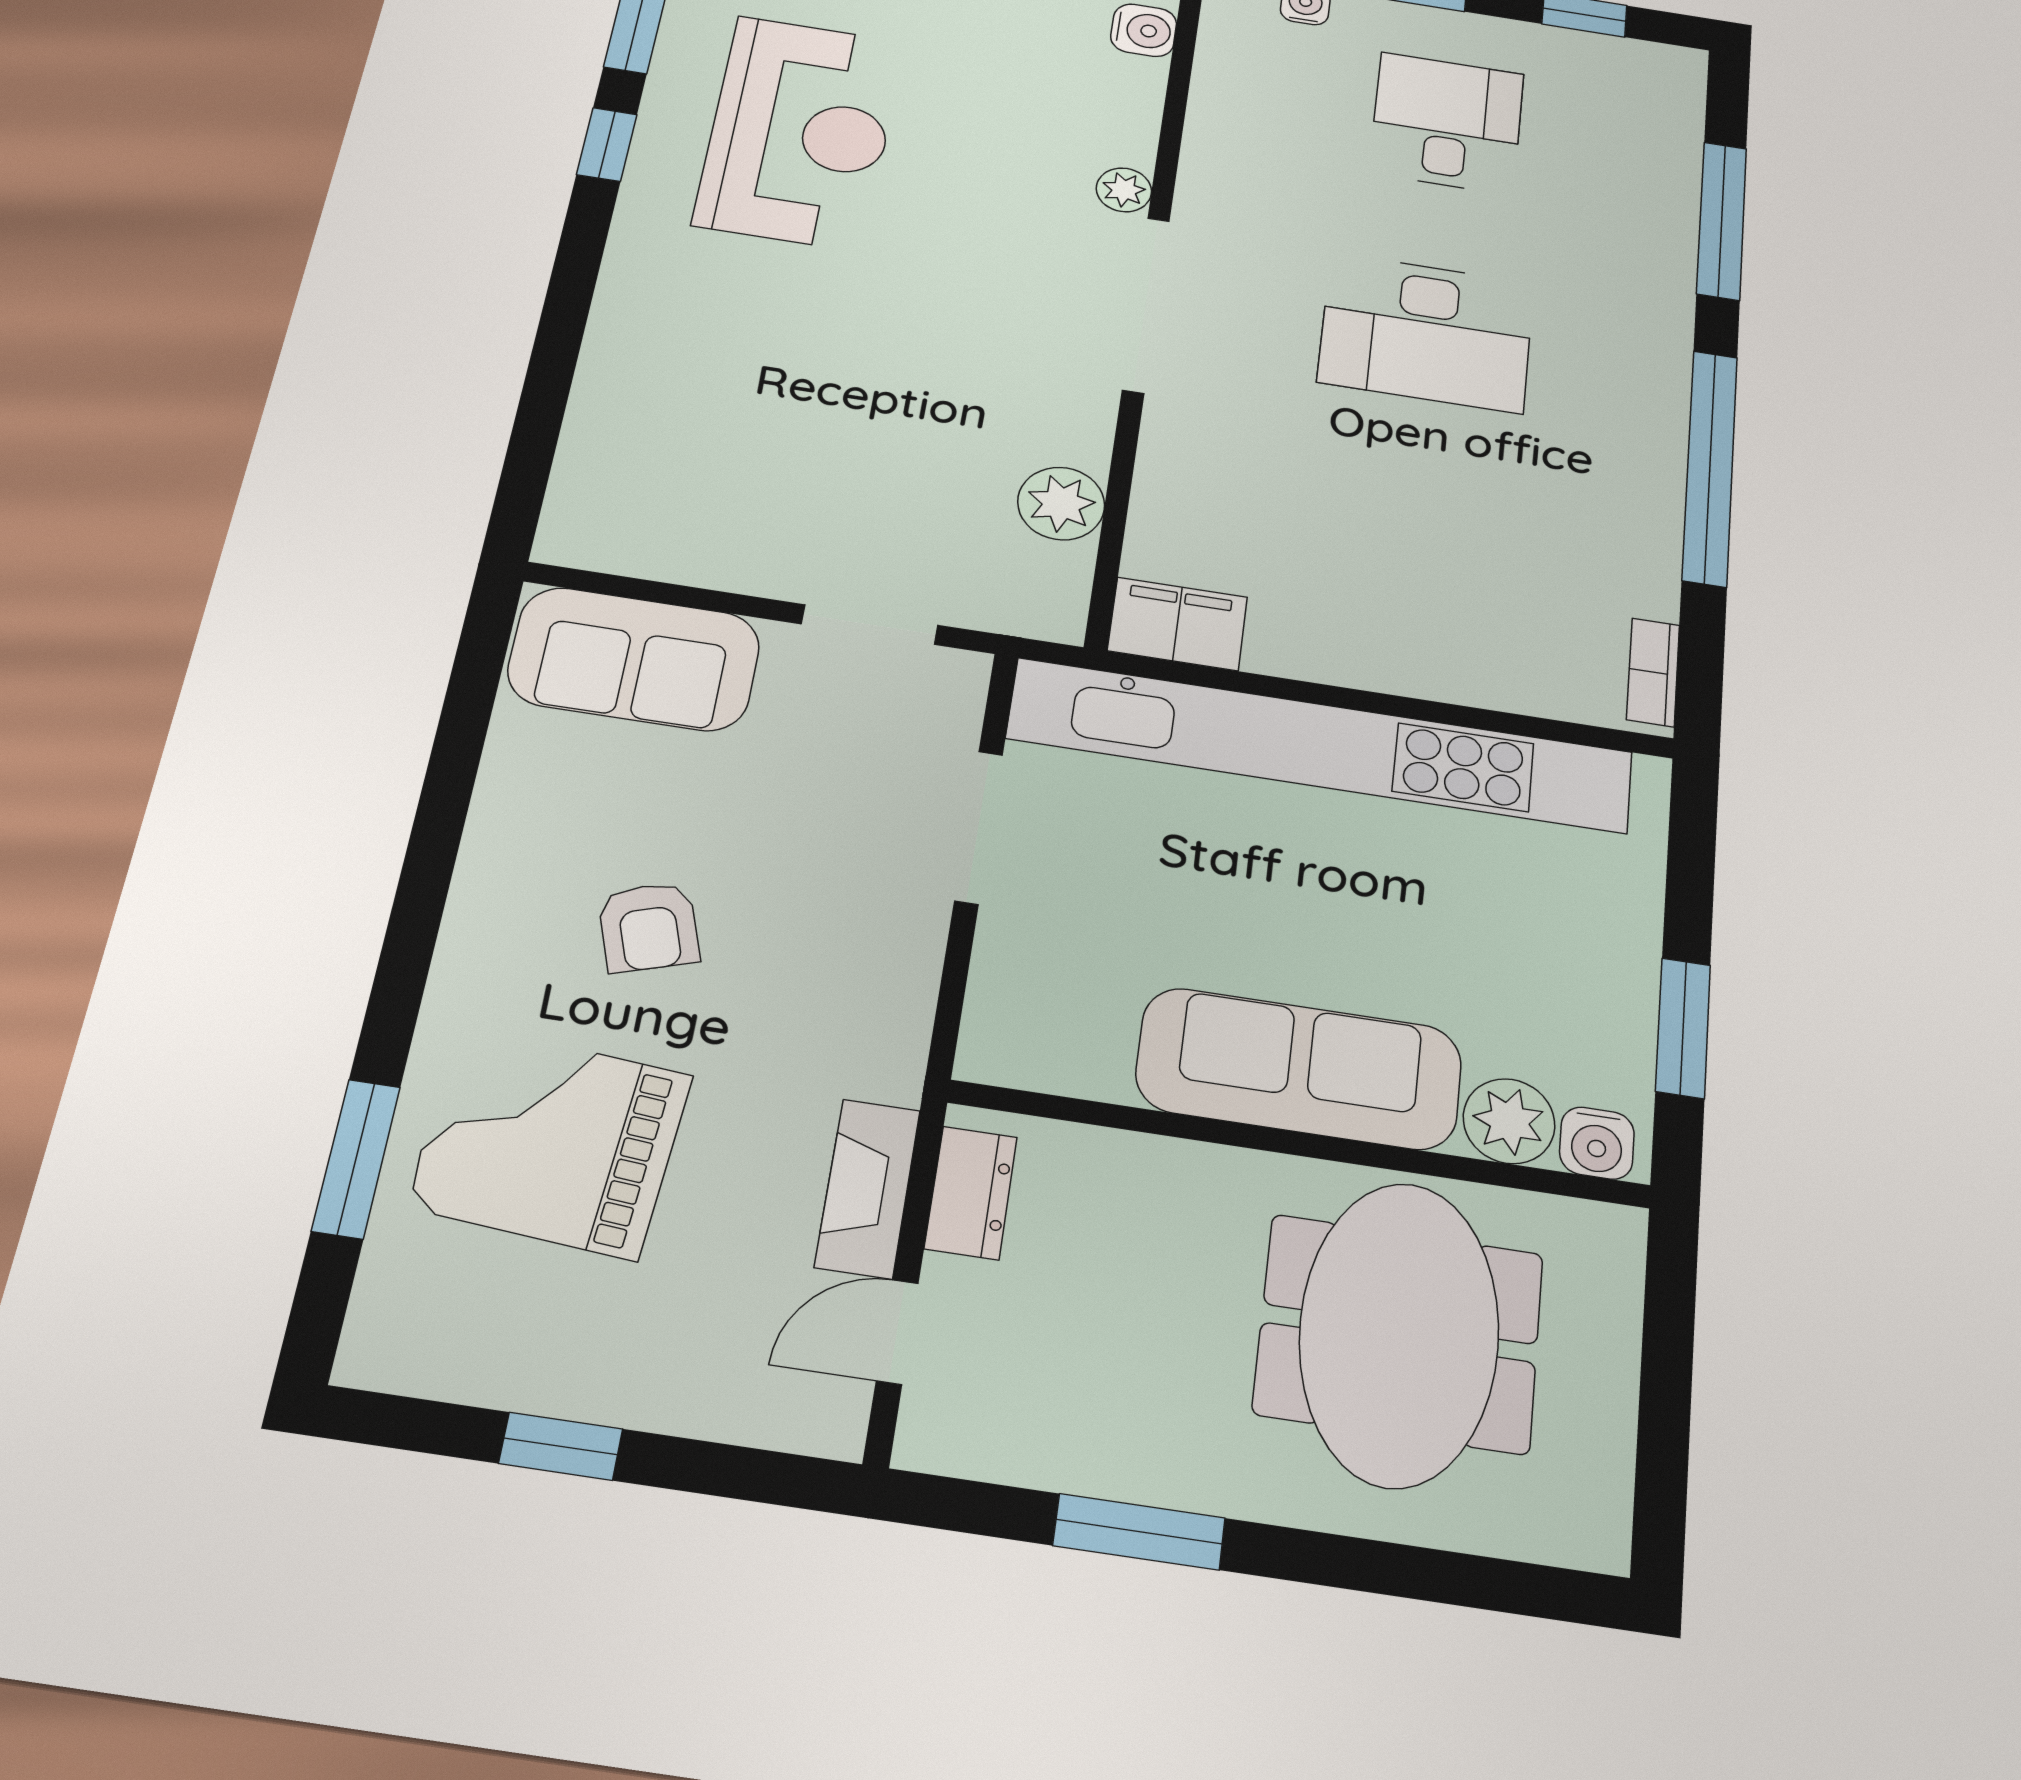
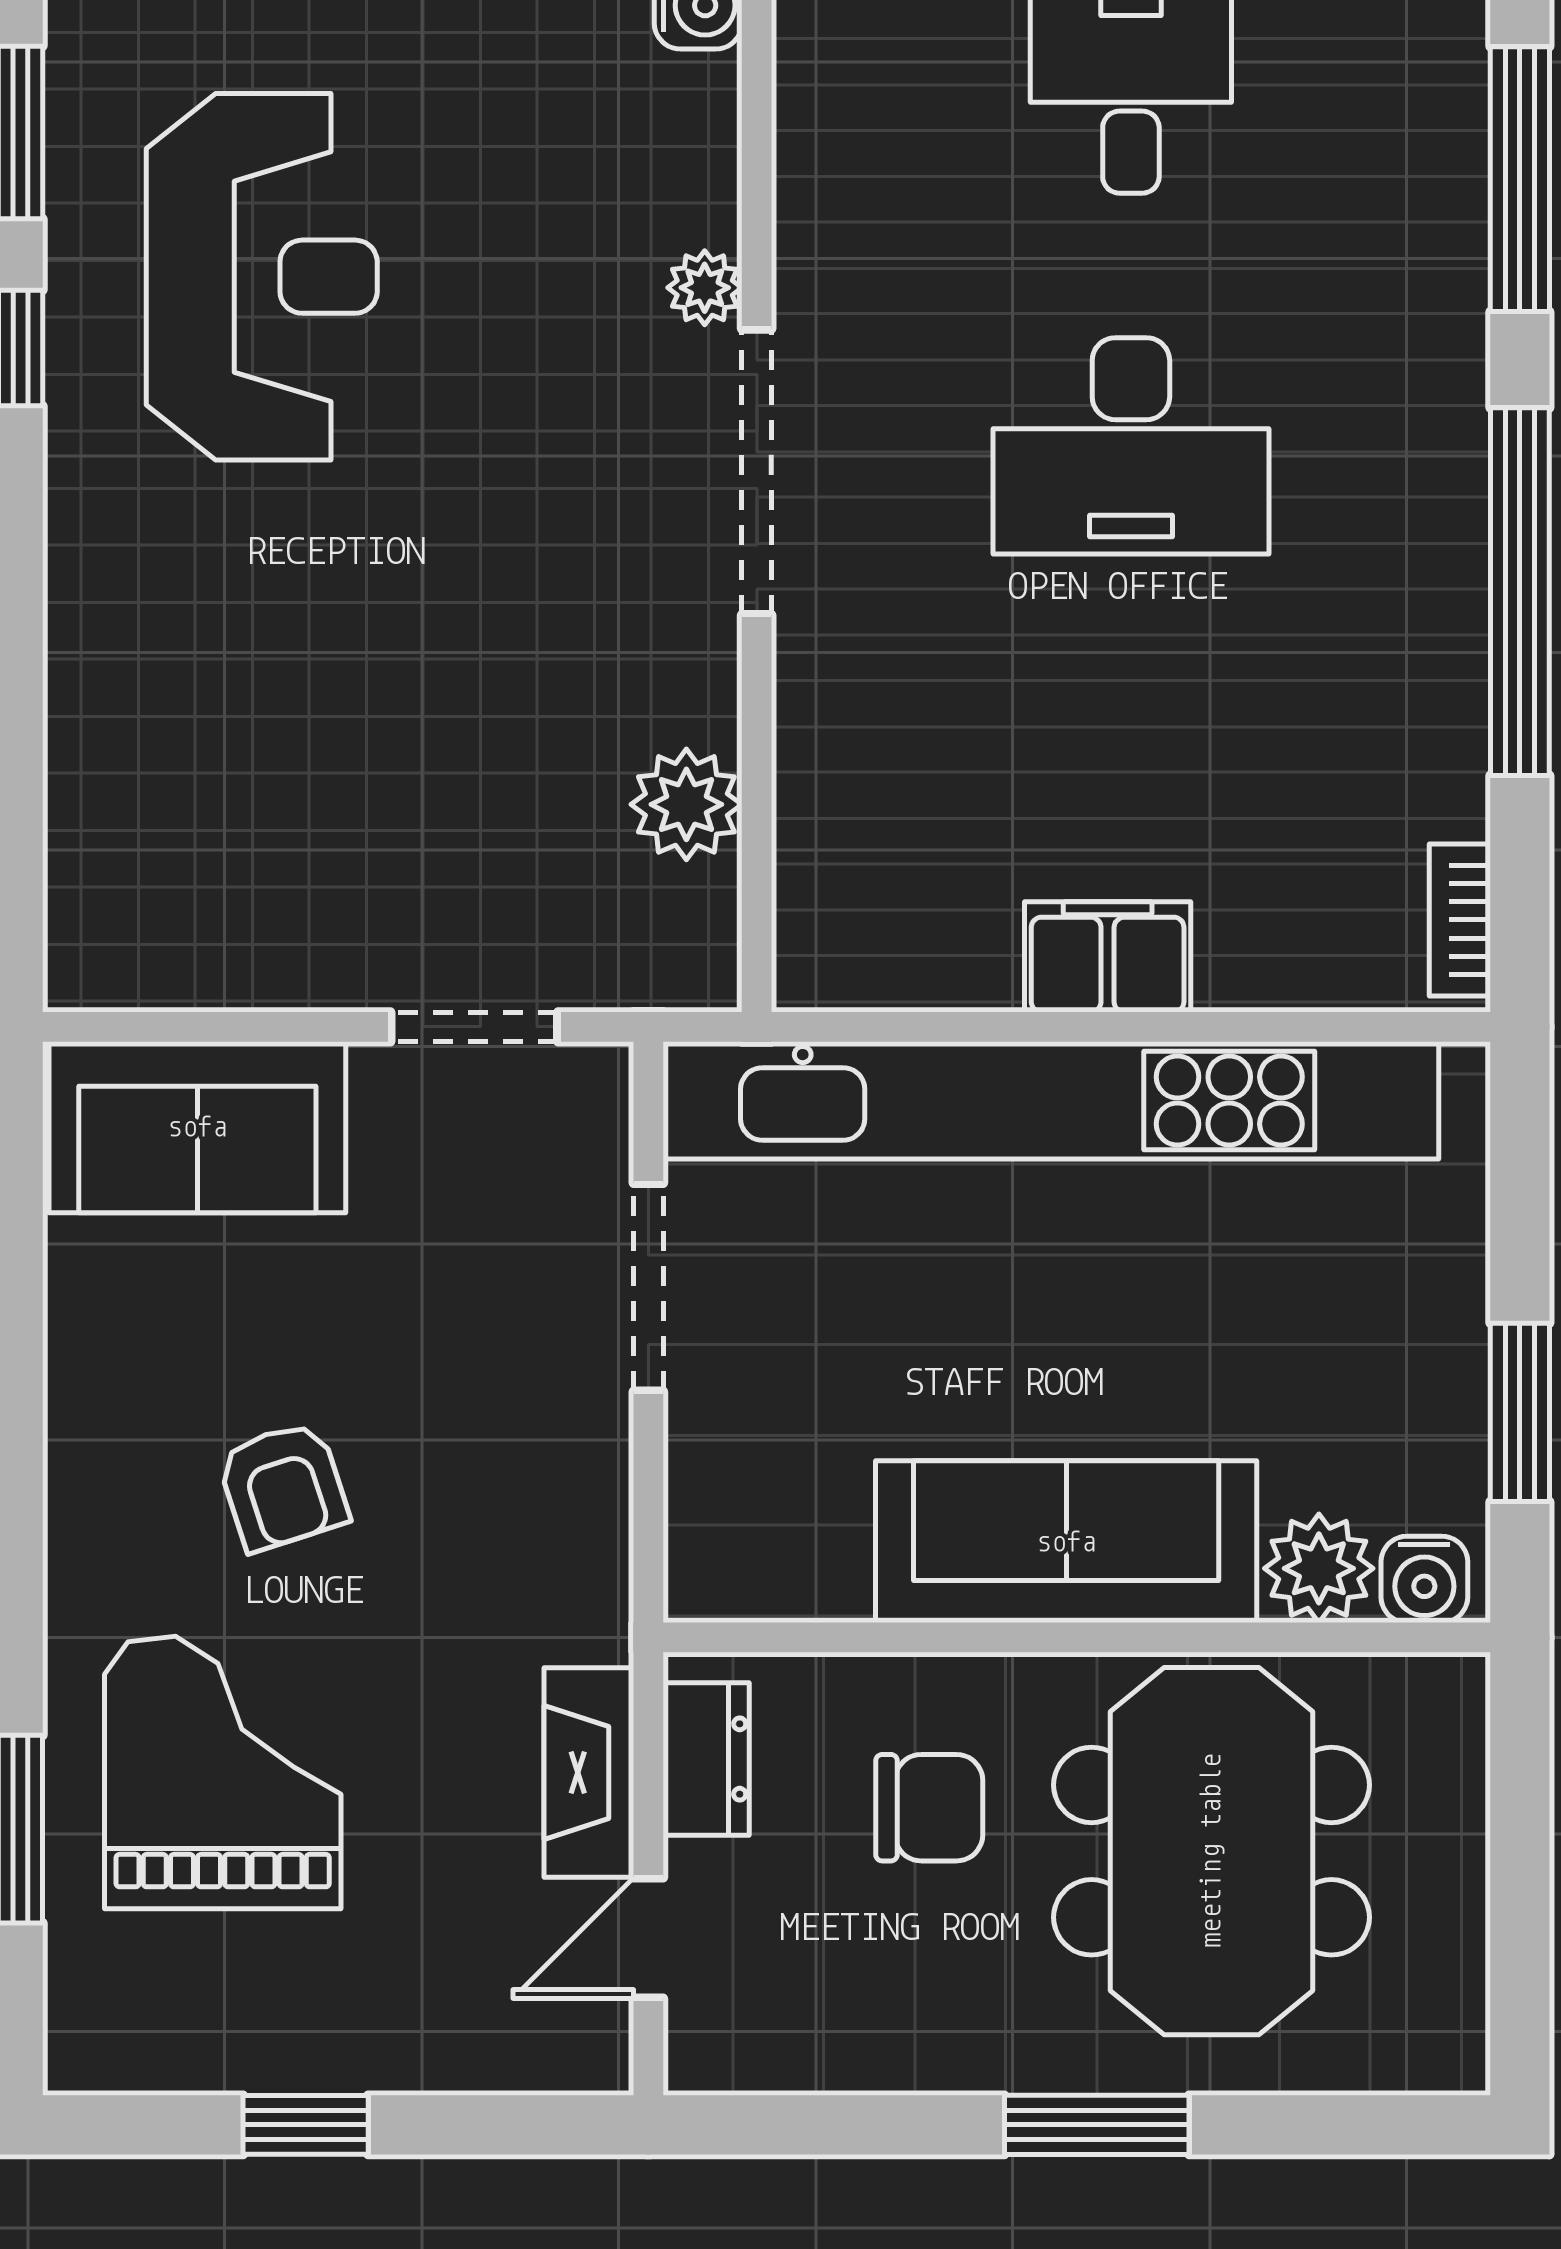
filing cabinet: (1178, 624) -> (1108, 957), moved
grand piano: (550, 1141) -> (223, 1772), turned 85
chair: (1158, 1261) -> (929, 1808), added
window: (1139, 1532) -> (1097, 2125), moved

